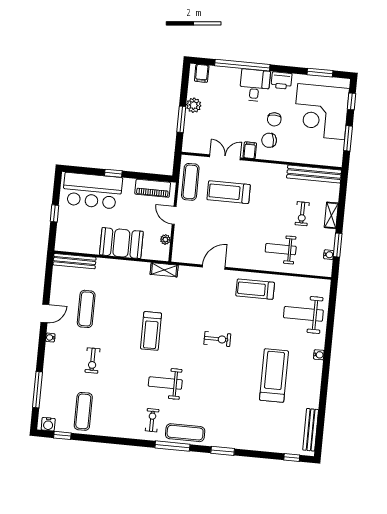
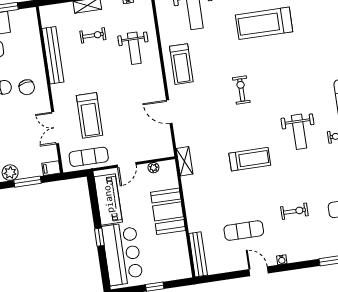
filing cabinet: (250, 150) -> (51, 168), moved
bench: (314, 174) -> (53, 55), moved
piano: (153, 188) -> (108, 199), width x1.37, depth x1.33

